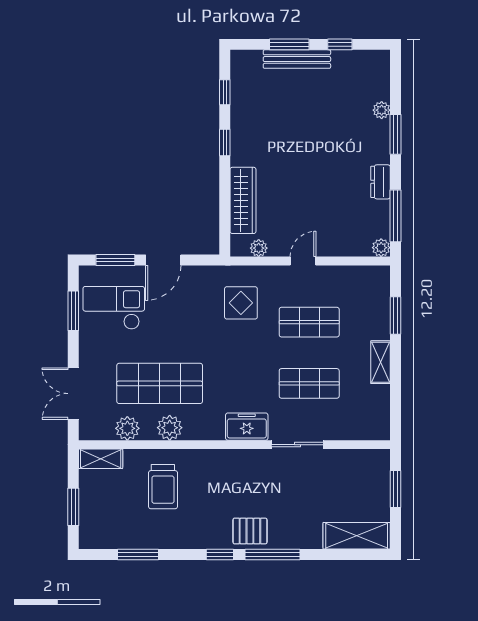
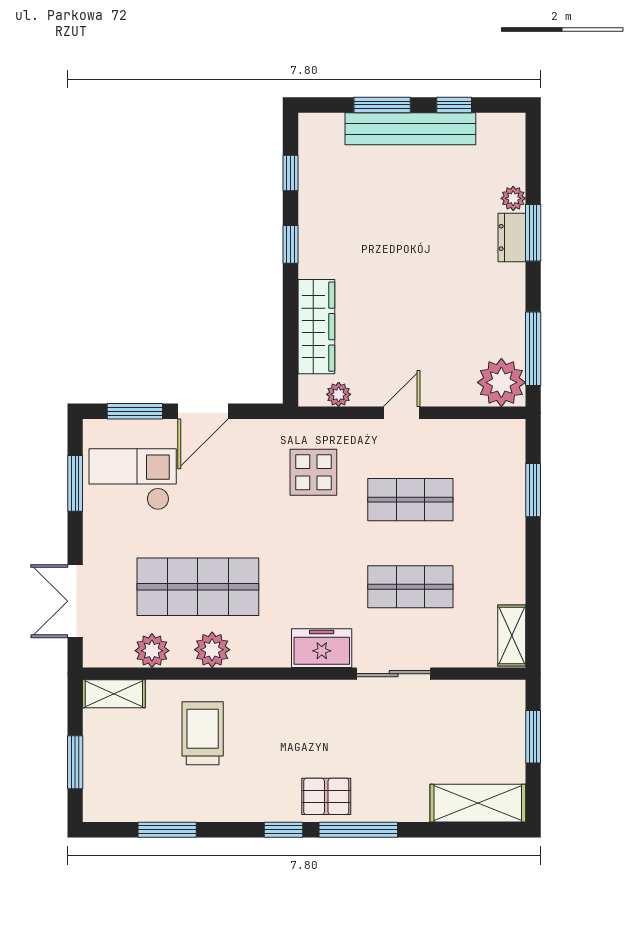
bench: (297, 59) -> (410, 129), width x1.37, depth x1.21
dresser: (381, 182) -> (512, 237), moved
plant: (381, 248) -> (501, 382), width x1.88, depth x1.88
shelving: (381, 362) -> (512, 636), moved
trolley: (163, 487) -> (203, 733), turned 180

